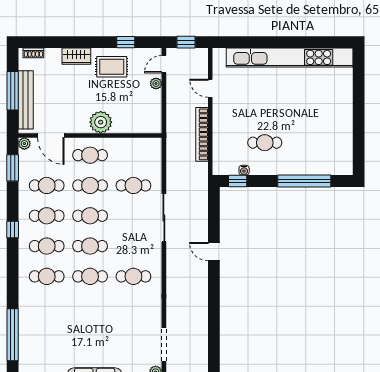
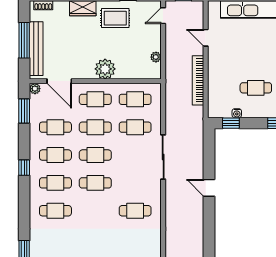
plant: (156, 83) -> (156, 57), moved
cafe table: (90, 276) -> (135, 99), moved

